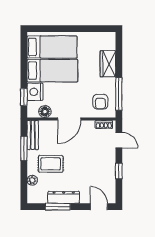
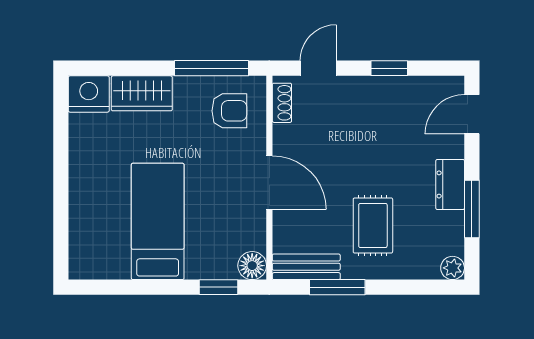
bed: (52, 47) -> (103, 222), removed
nightstand: (35, 92) -> (89, 94), moved, turned 180
floor lamp: (45, 112) -> (252, 266), moved
plant: (32, 180) -> (453, 268), moved
dresser: (64, 197) -> (450, 184), width x0.70

